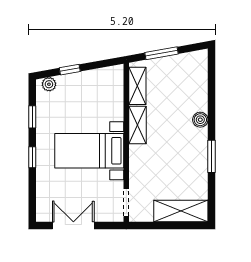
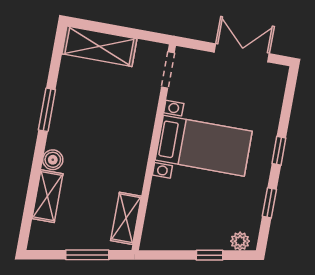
shelving: (138, 125) -> (47, 196), moved
double door: (73, 225) -> (242, 53), swing flipped

